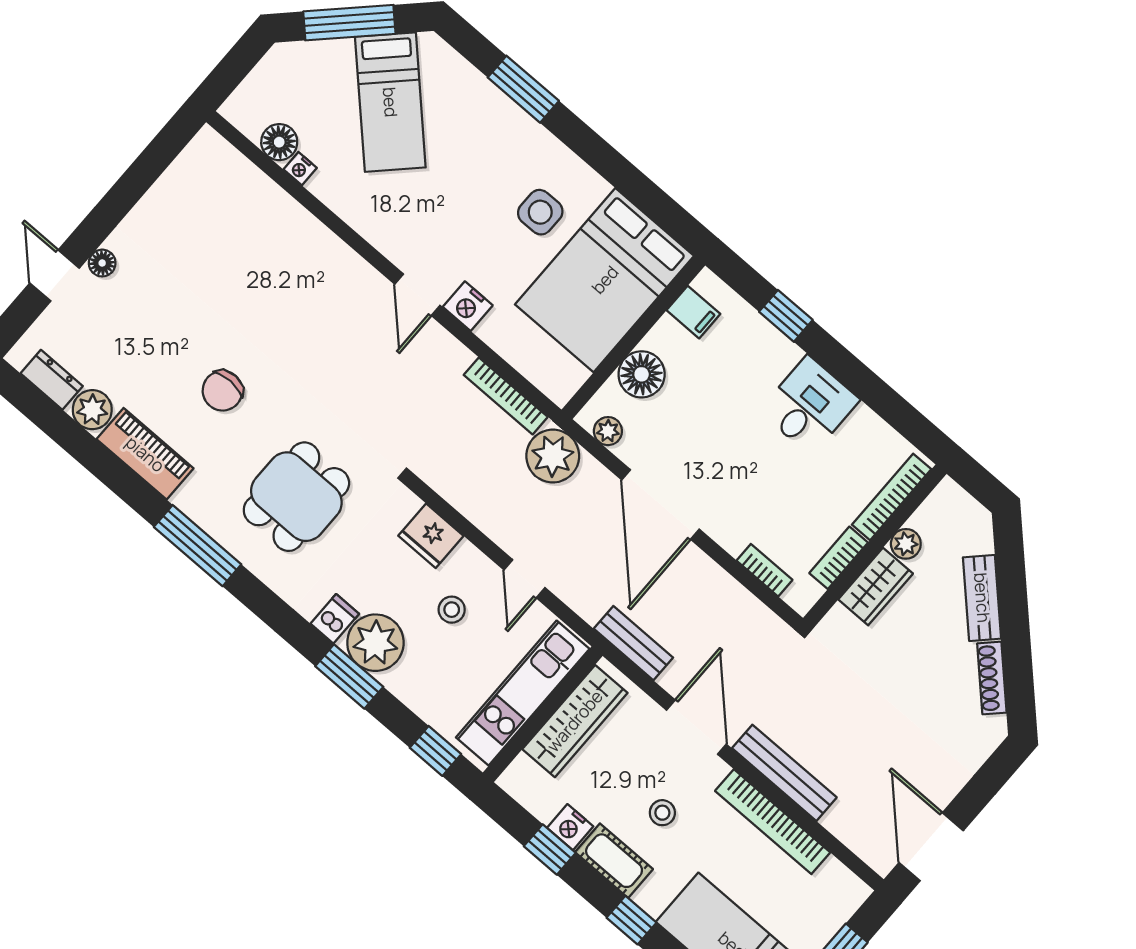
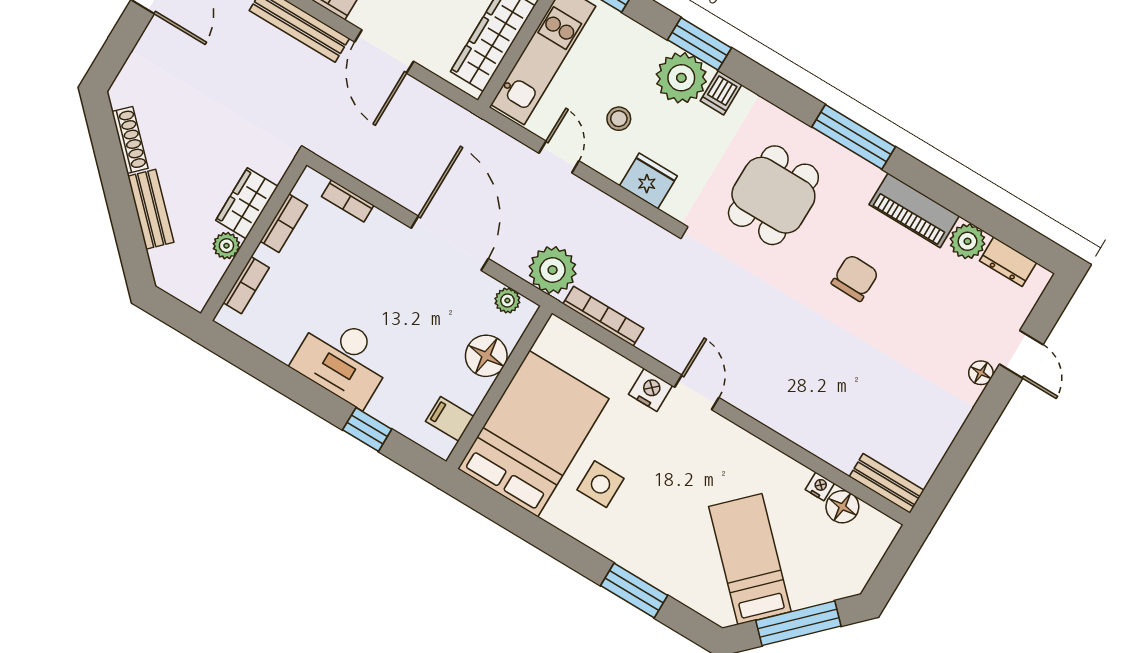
desk: (809, 405) -> (343, 360), width x1.37
bookcase: (892, 497) -> (246, 285), width x0.64
bench: (633, 643) -> (887, 483), moved

